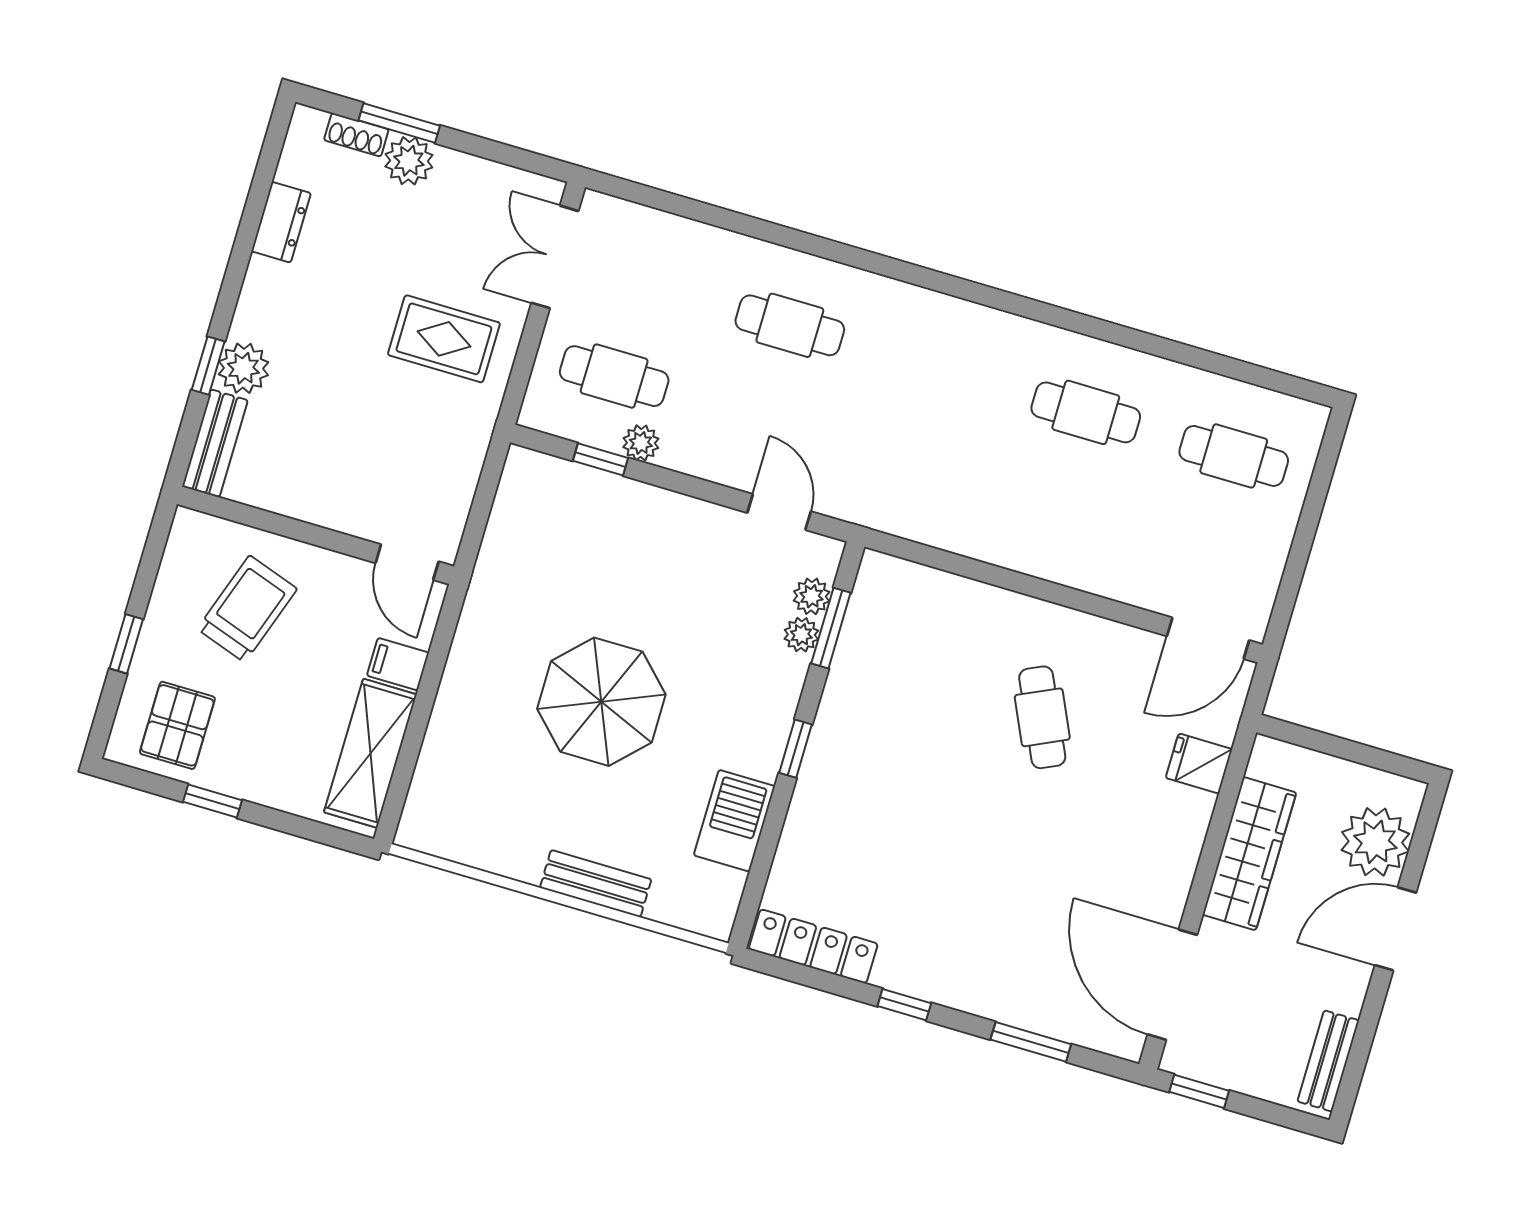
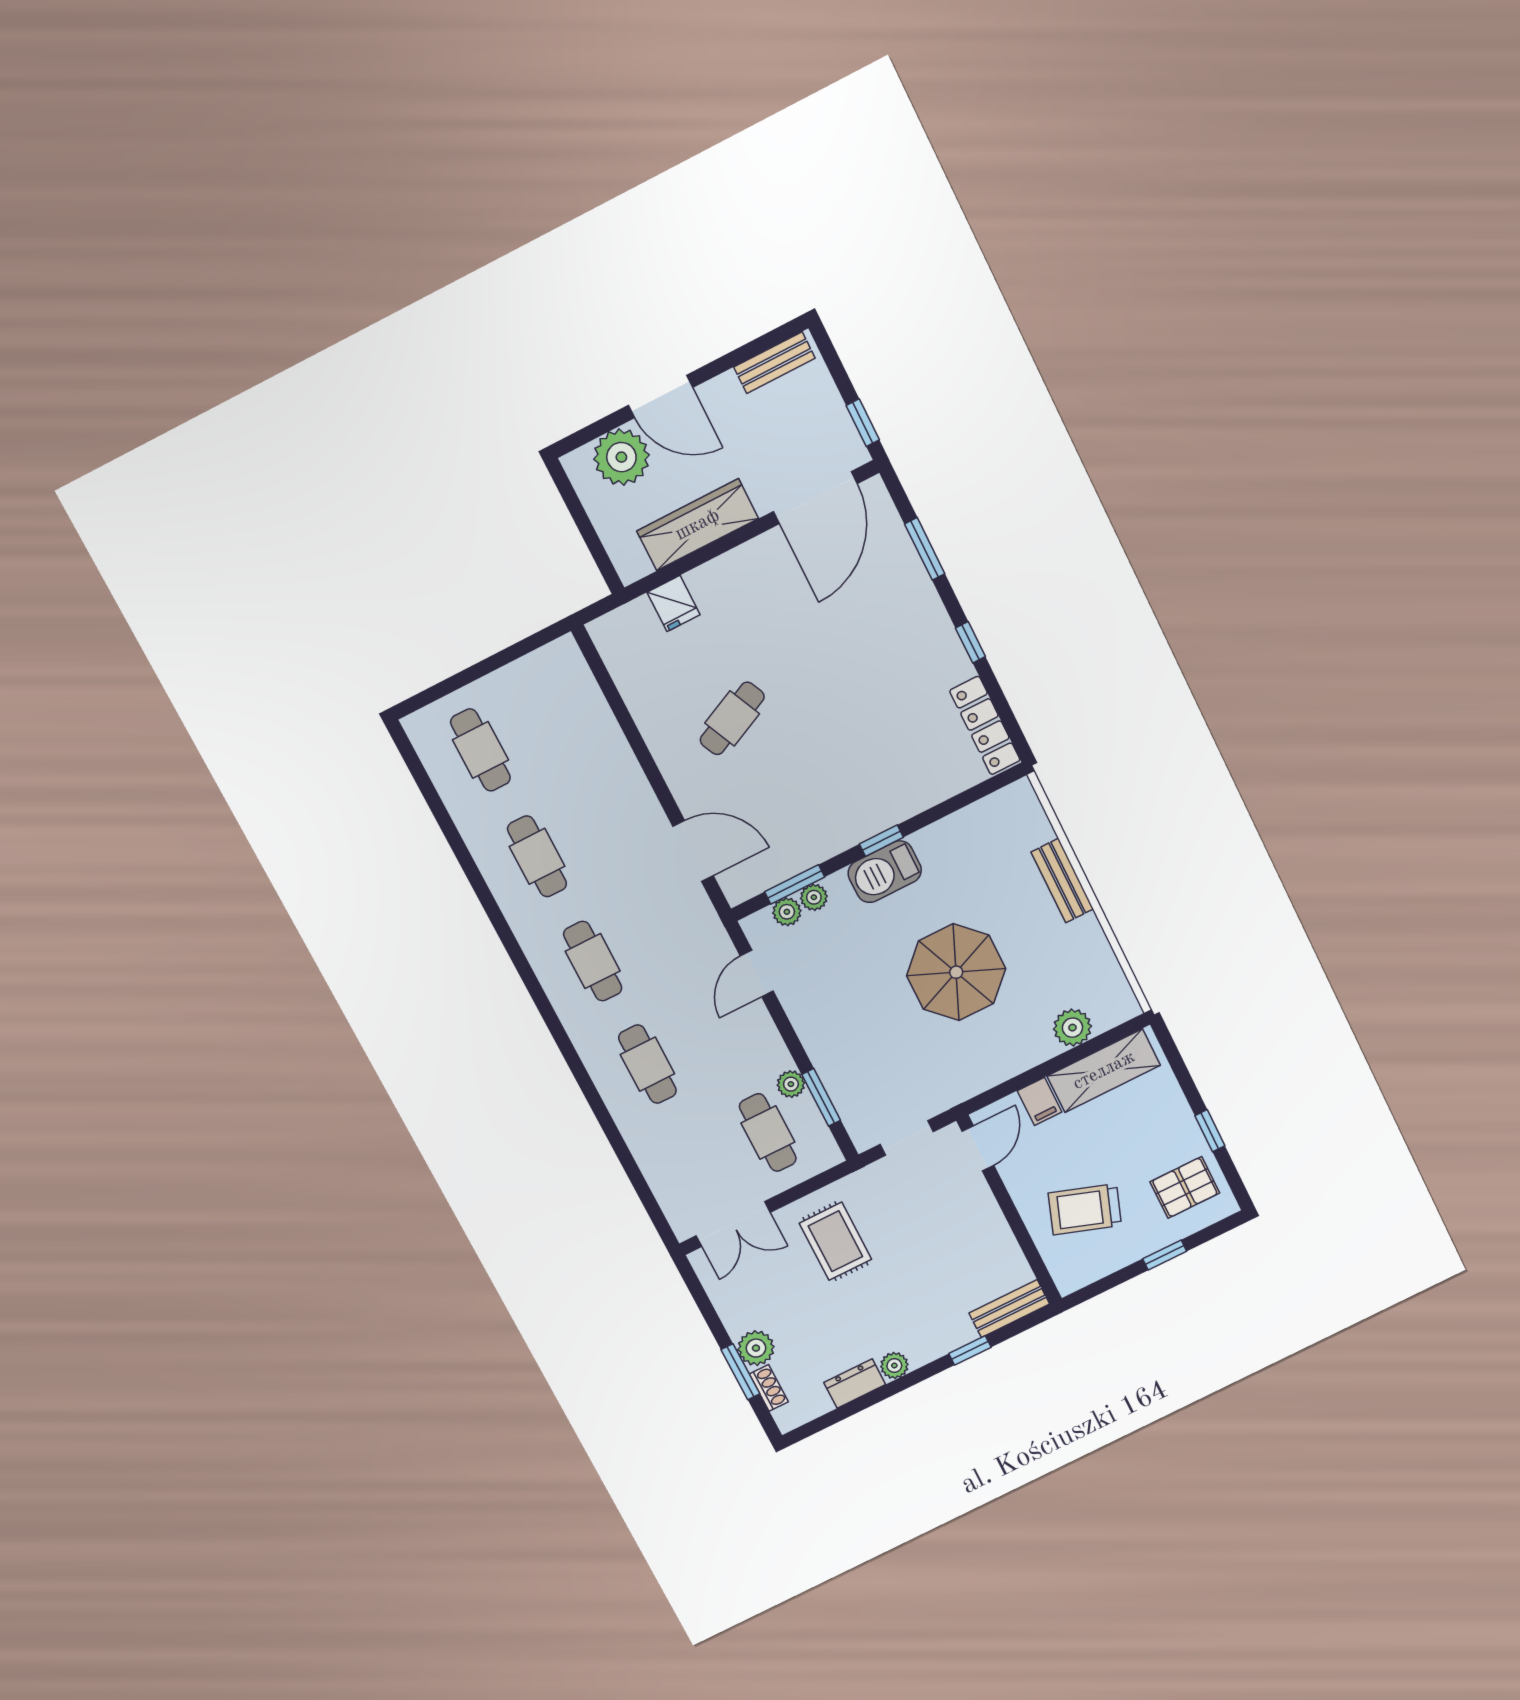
plant: (243, 368) -> (894, 1366), moved, width x0.73, depth x0.73
cafe table: (938, 369) -> (593, 961), added
window: (600, 459) -> (821, 1097), width x1.50
doorway: (482, 504) -> (907, 1138), added
door: (1208, 638) -> (693, 851), moved
plant: (442, 762) -> (1072, 1028), added
barbecue: (734, 821) -> (885, 872), moved

